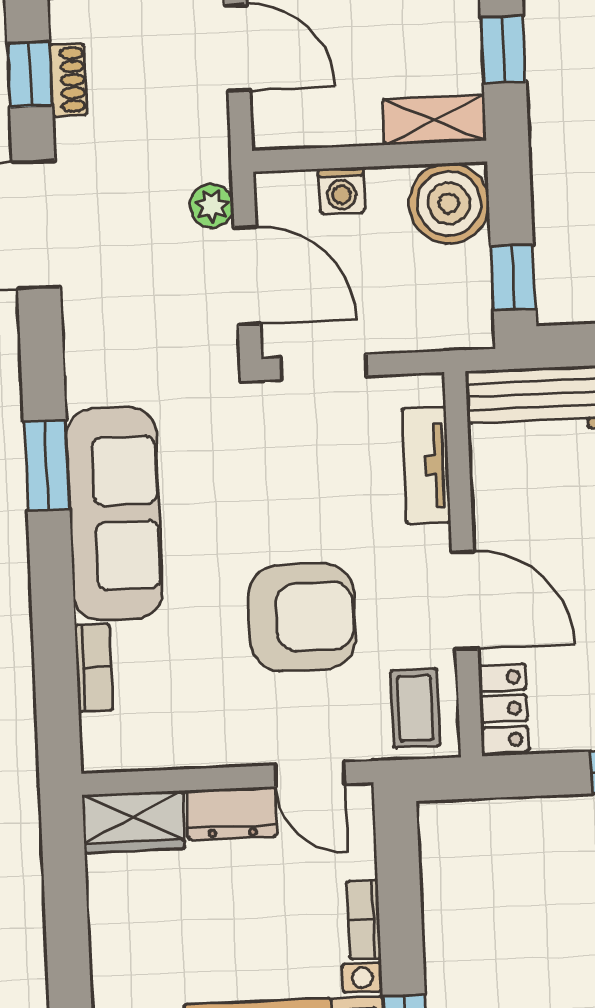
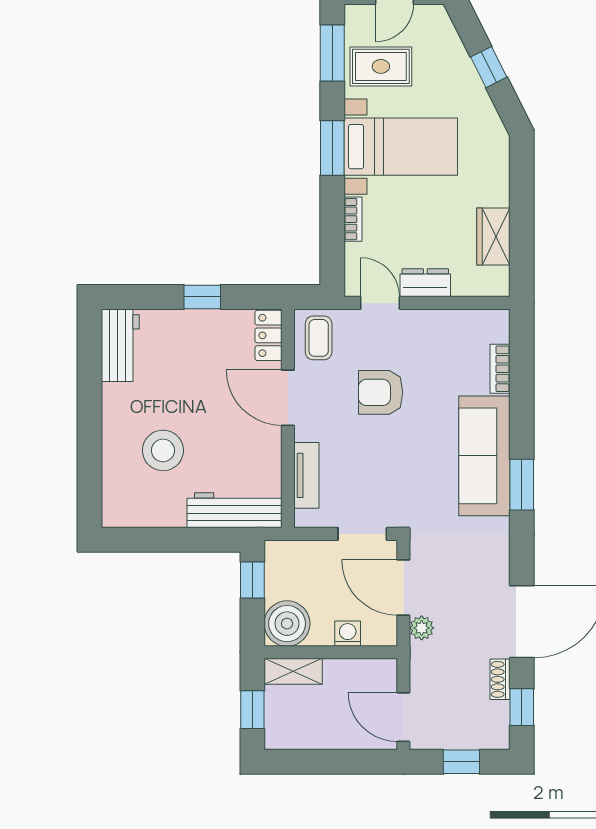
shoe rack: (68, 80) -> (500, 679), moved
armchair: (302, 617) -> (381, 392), width x0.73, depth x0.73
wardrobe: (133, 822) -> (493, 236), moved, turned -90

